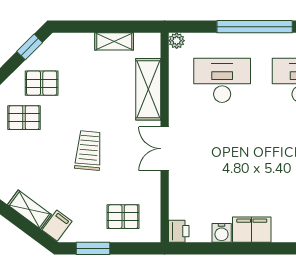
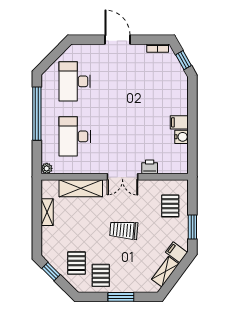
filing cabinet: (252, 230) -> (179, 122), width x0.50
printer: (179, 231) -> (150, 167), moved

